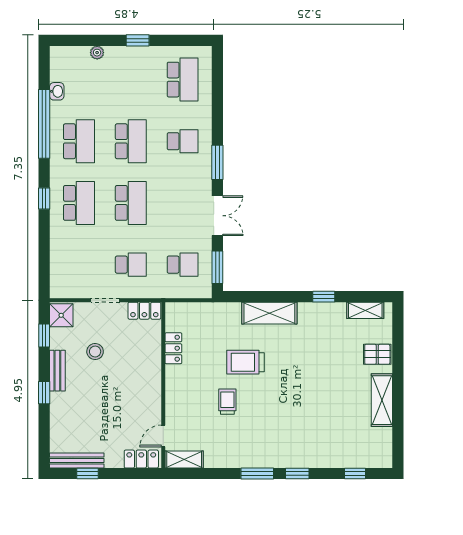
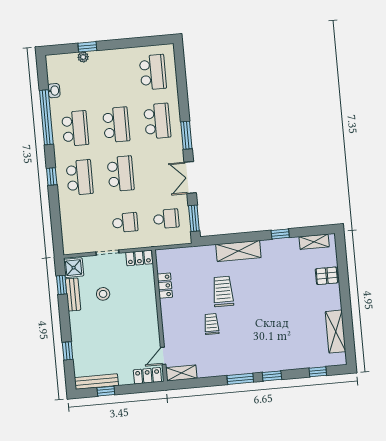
window: (138, 40) -> (87, 47), moved
school desk: (183, 141) -> (157, 121), width x1.85
double door: (217, 216) -> (190, 178), swing flipped
trolley: (245, 362) -> (223, 291), turned 90
bench: (57, 371) -> (73, 294), moved
window: (44, 393) -> (68, 351), moved
shelving: (382, 400) -> (336, 332), moved

